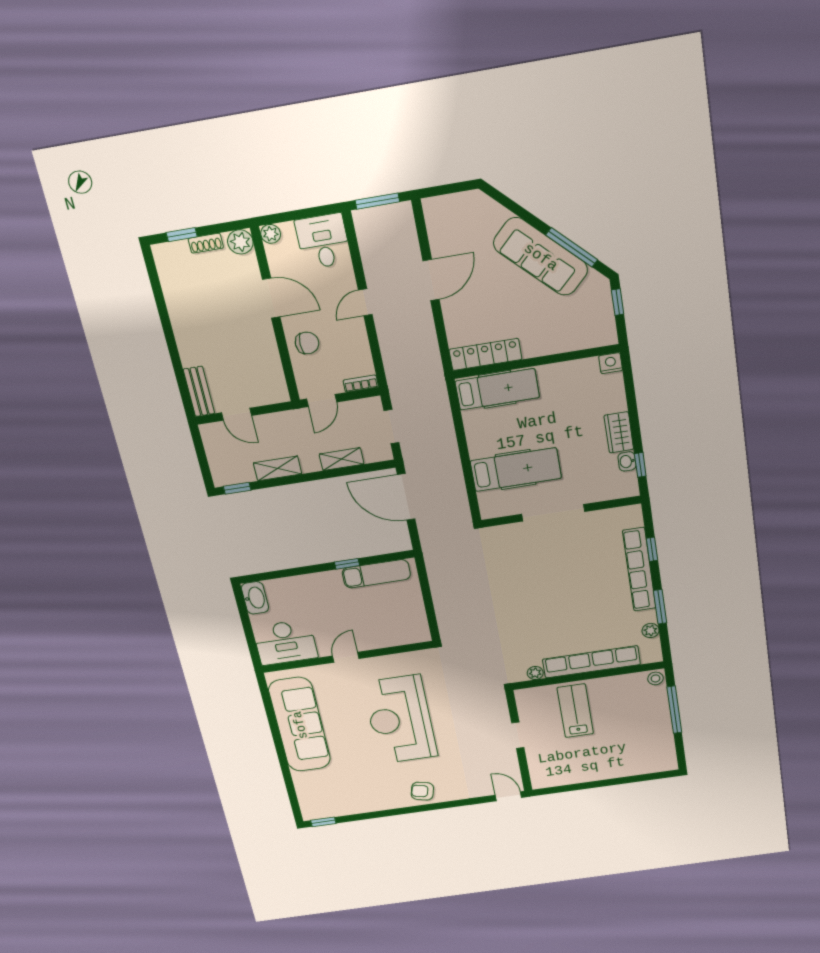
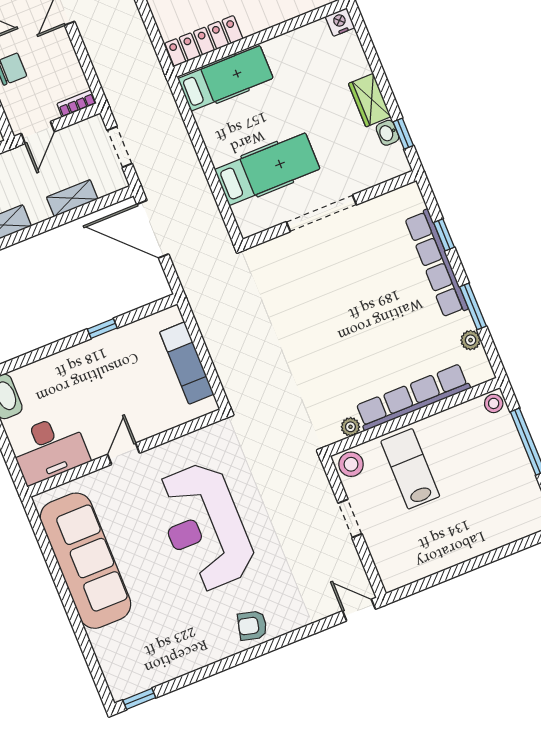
exam couch: (376, 574) -> (187, 363), moved, turned 90
stool: (529, 699) -> (351, 464), added

